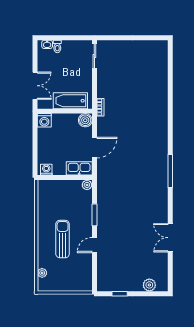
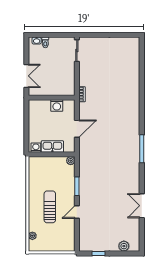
bathtub: (70, 101) -> (56, 89), removed
washing machine: (44, 120) -> (57, 106), moved
boiler: (85, 120) -> (69, 105), removed
kitchen sink: (79, 168) -> (52, 147), moved

